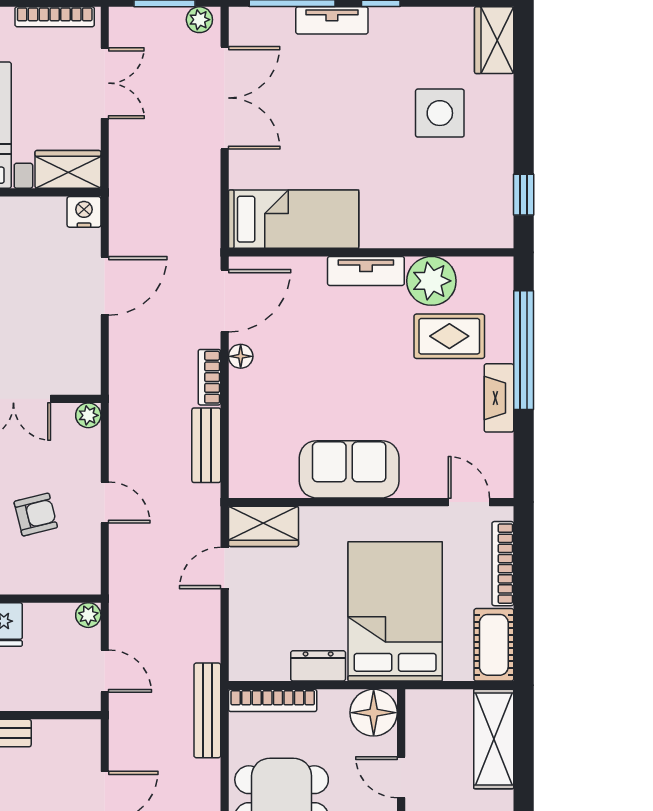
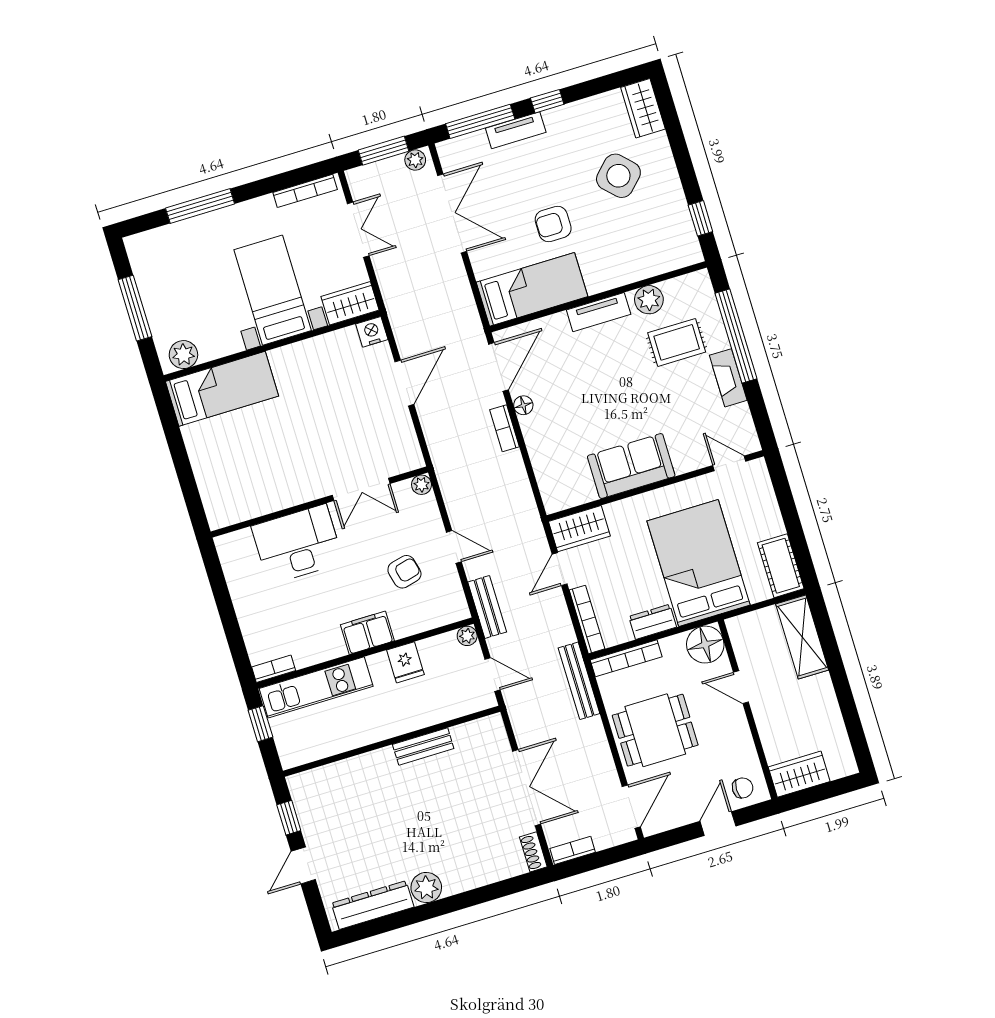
side table: (440, 113) -> (618, 176), turned 45
armchair: (343, 148) -> (553, 224), added
plant: (431, 281) -> (649, 300), width x0.73, depth x0.73
bench: (206, 445) -> (487, 607), moved
bookcase: (503, 564) -> (587, 619), moved, turned 180

